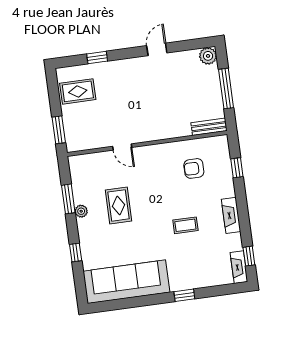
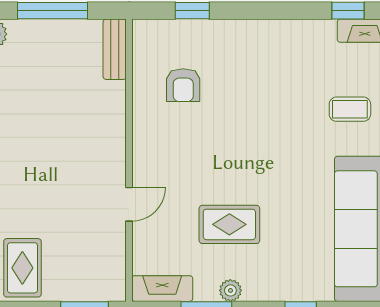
fireplace: (231, 215) -> (162, 289), moved, turned 180
coffee table: (185, 225) -> (350, 109), moved, turned 90

